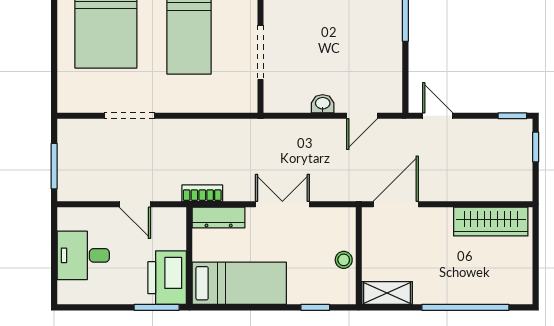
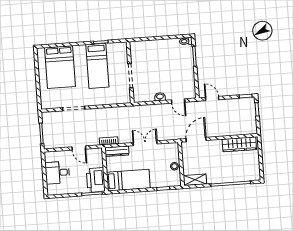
door: (362, 116) -> (178, 101), hinge flipped

